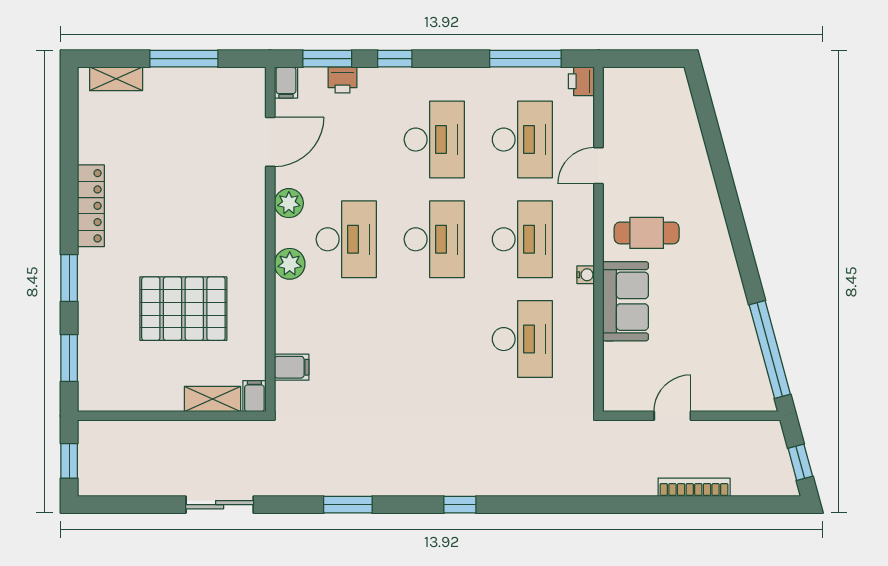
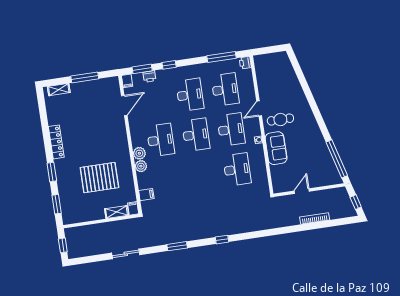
door: (599, 166) -> (259, 109), moved
plant: (289, 203) -> (141, 166), moved

